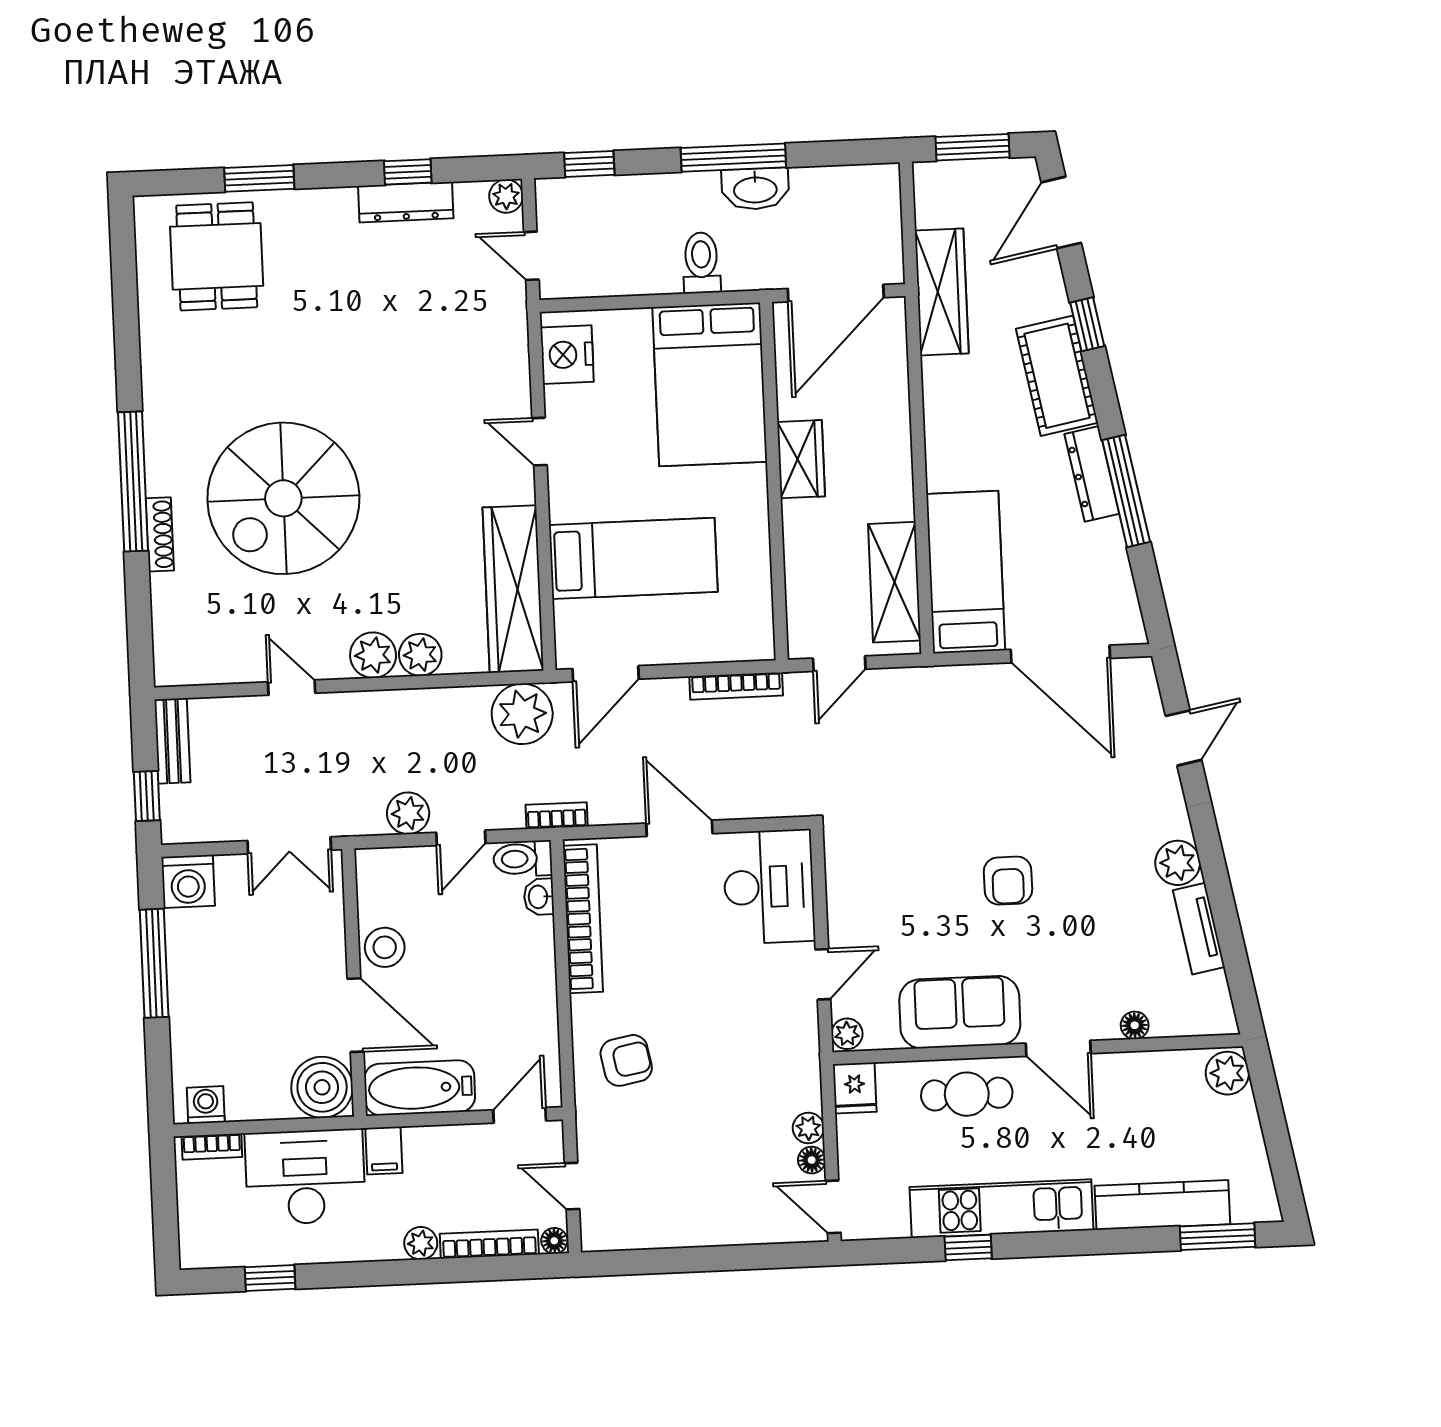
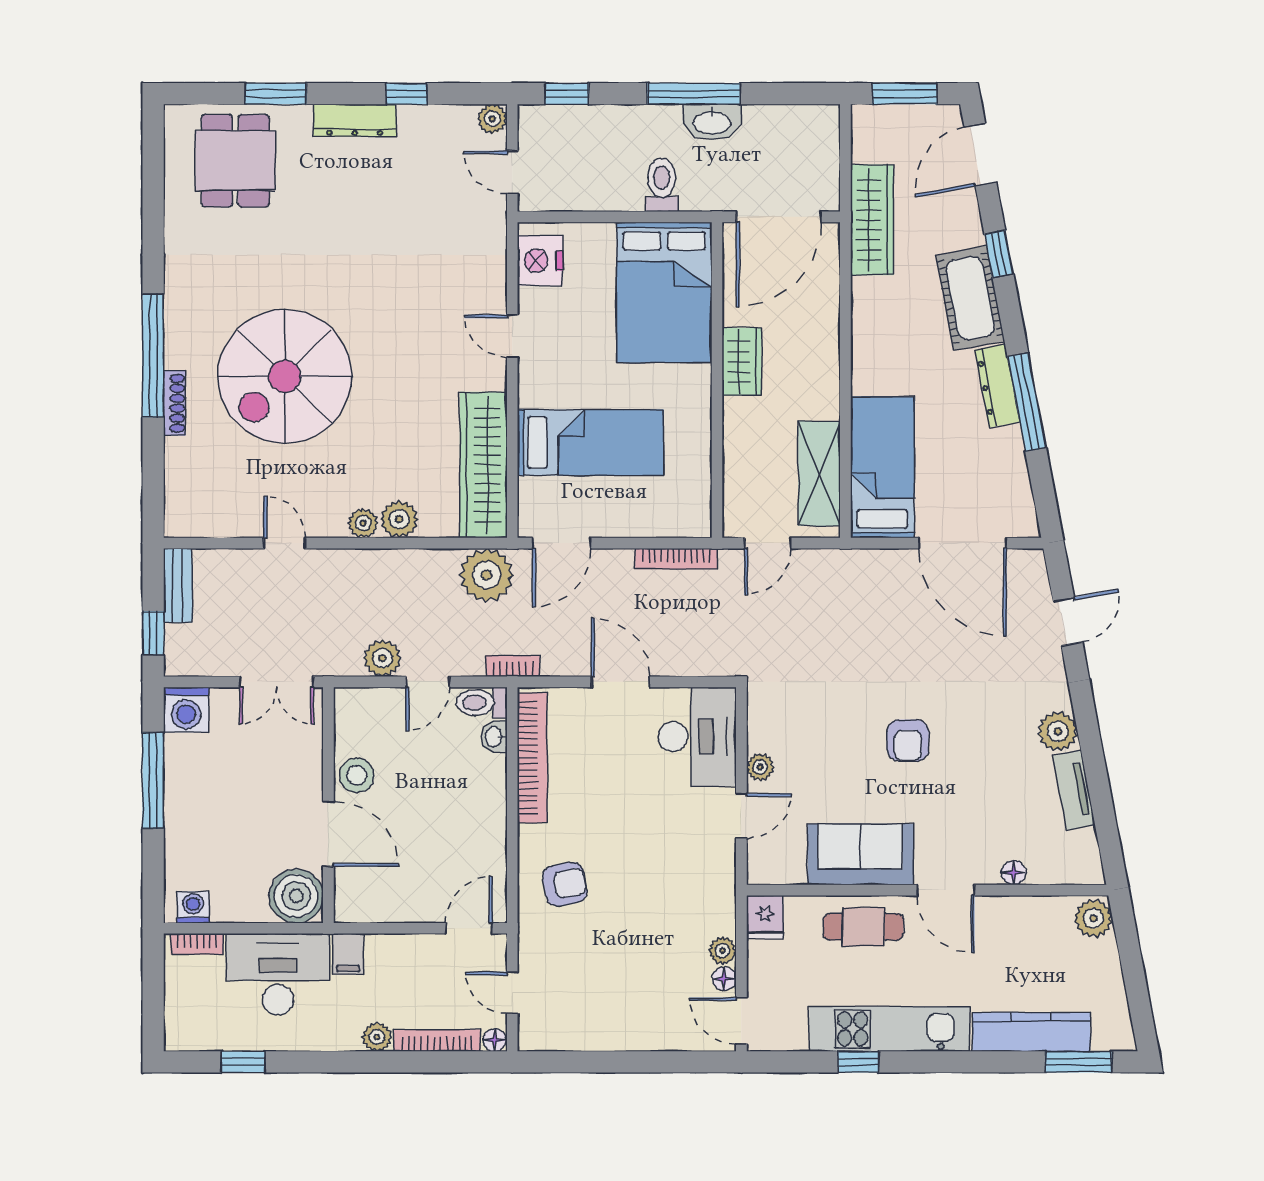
dresser: (406, 202) -> (355, 120), moved
plant: (373, 655) -> (363, 523), width x0.73, depth x0.73
plant: (847, 1034) -> (760, 767), moved
bathtub: (420, 1088) -> (382, 900), removed

